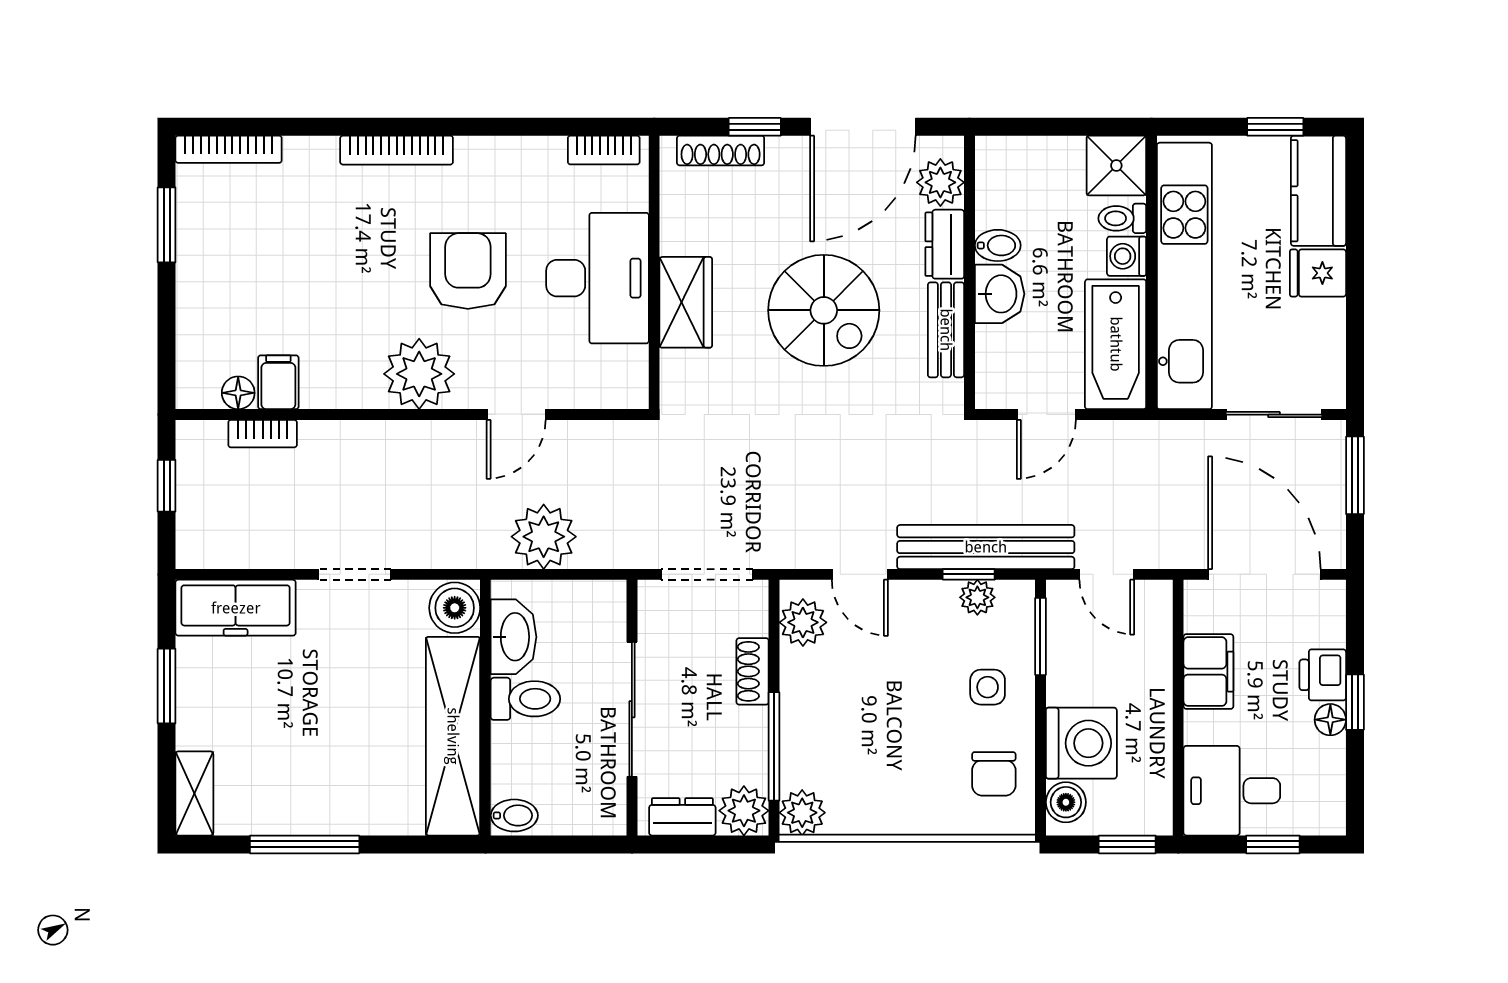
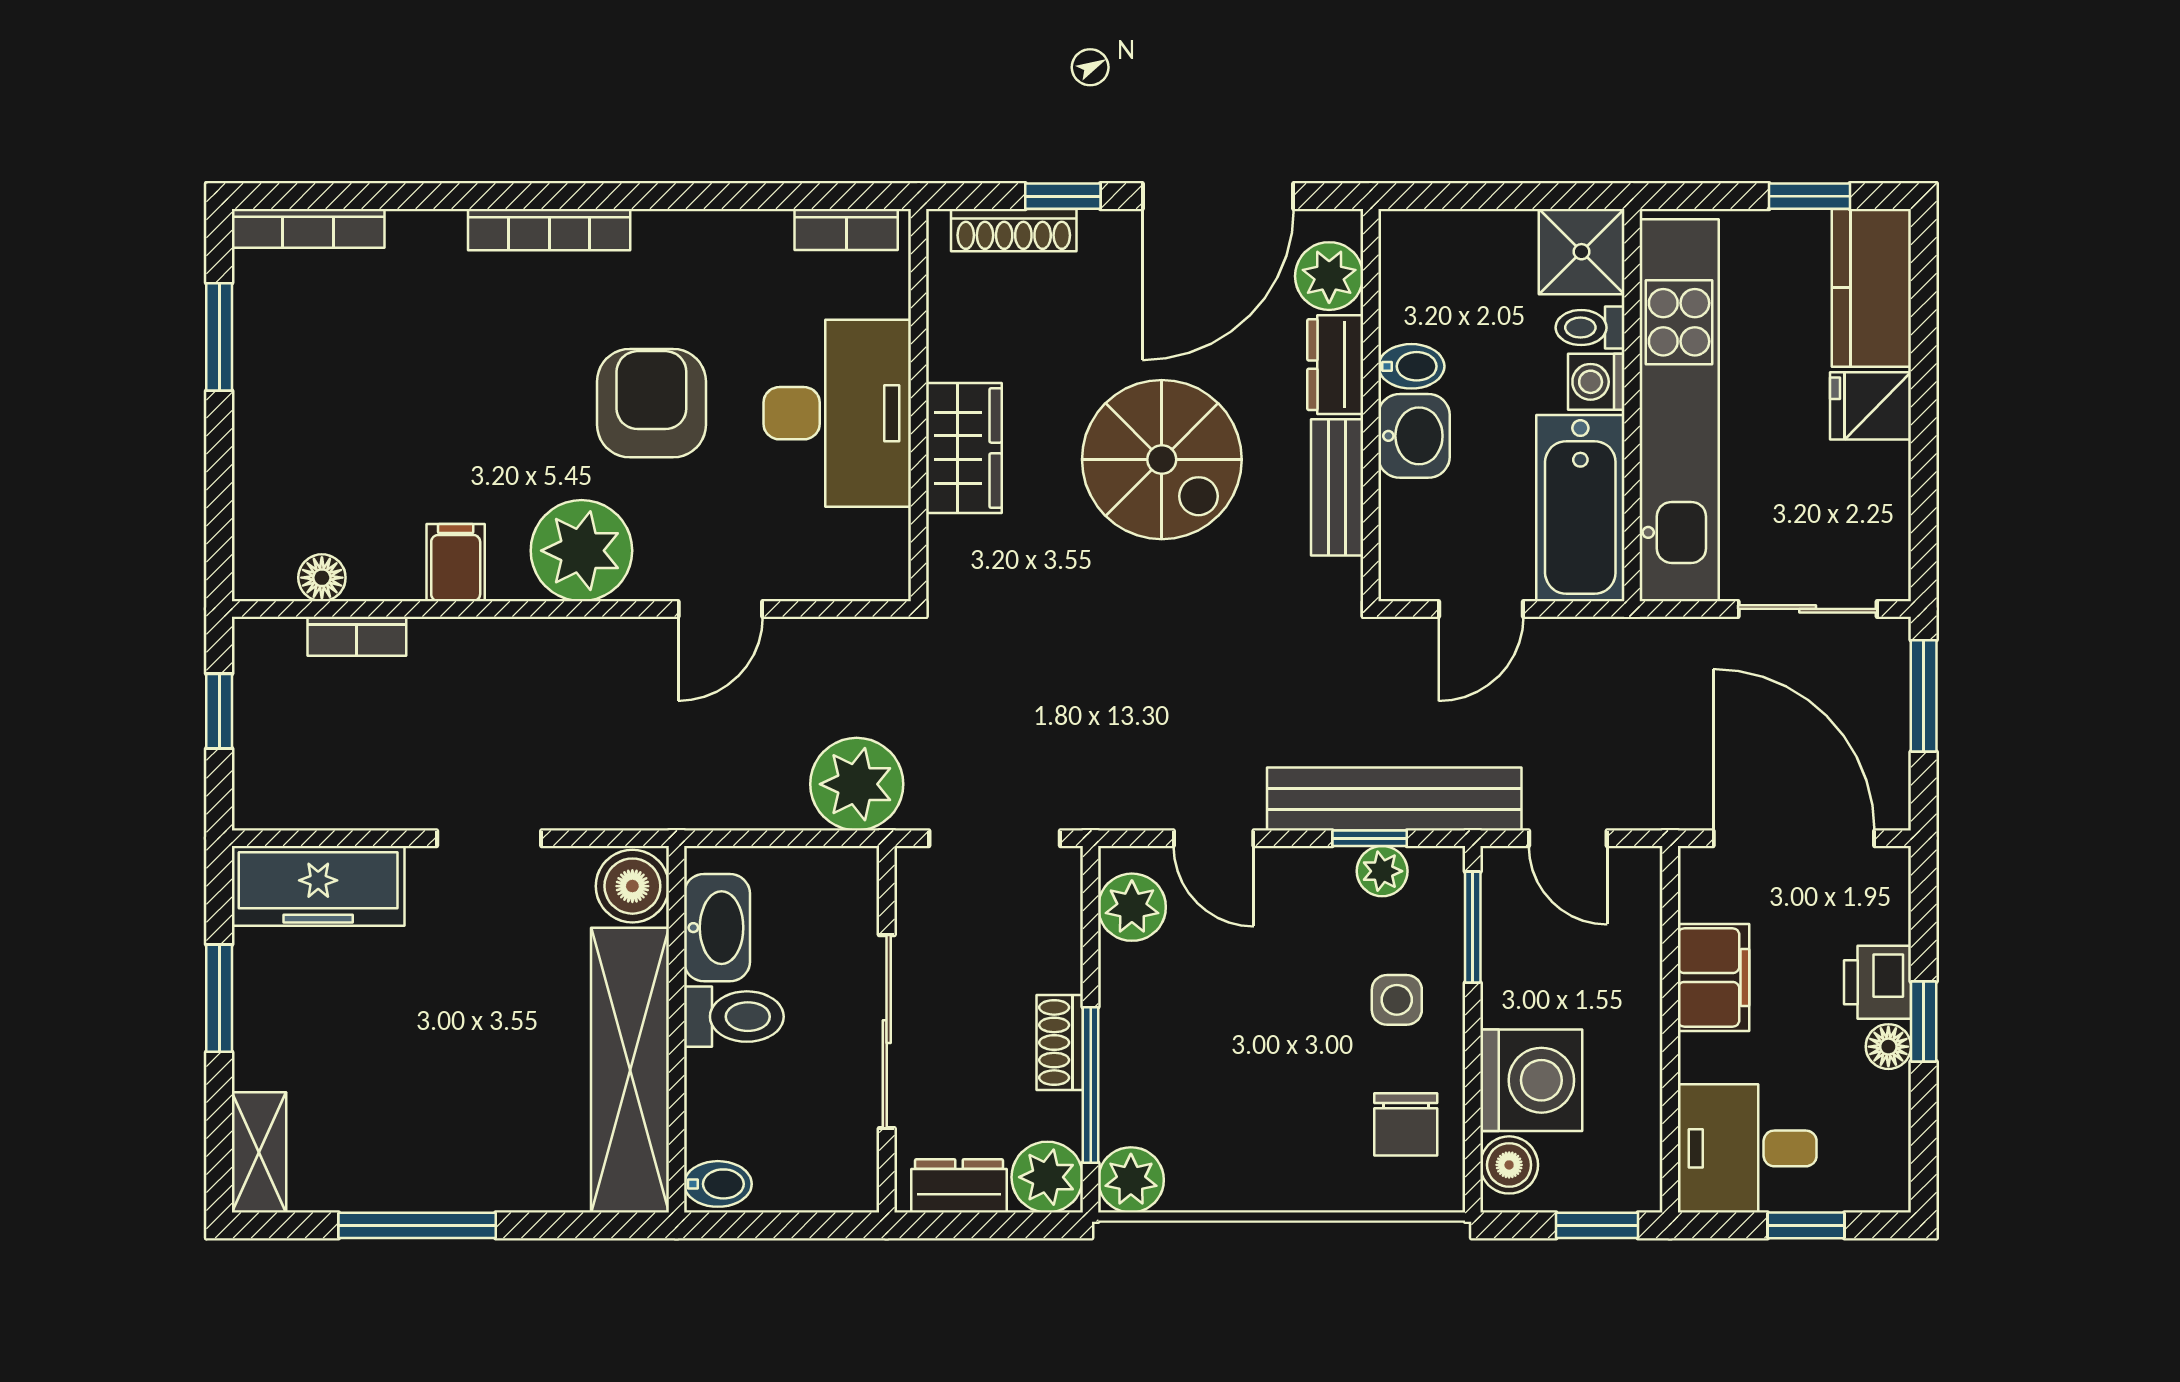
filing cabinet: (278, 382) -> (456, 563), moved
plant: (544, 537) -> (857, 784), moved
shoe rack: (753, 671) -> (1060, 1042), moved

